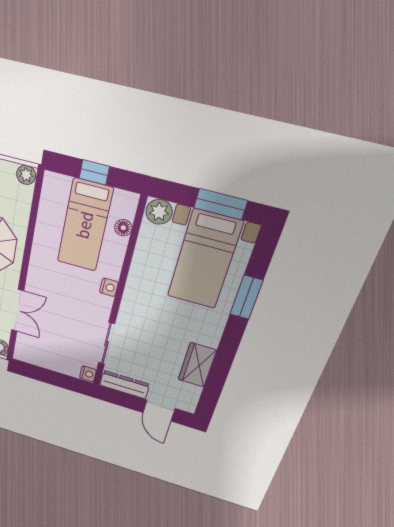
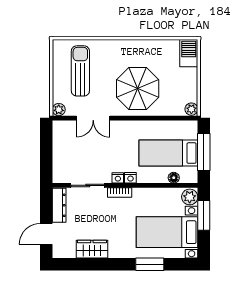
window: (94, 172) -> (204, 152), width x2.17
window: (221, 204) -> (204, 215), moved
bookcase: (127, 307) -> (120, 193), added
nightstand: (88, 374) -> (118, 178), moved

